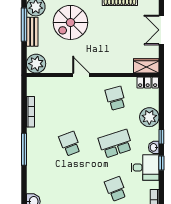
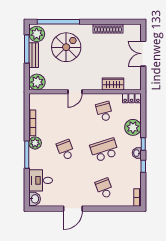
spiral stairs: (71, 22) -> (66, 47), turned 180
wardrobe: (146, 66) -> (113, 84), moved
door: (81, 75) -> (75, 92), swing flipped
plant: (34, 136) -> (35, 143), added
desk: (145, 167) -> (41, 180), moved, turned 180

